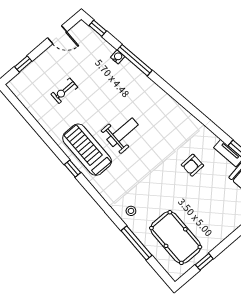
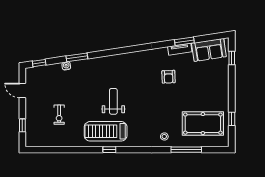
door: (57, 35) -> (22, 90), swing flipped
window: (135, 60) -> (77, 57), width x0.69

